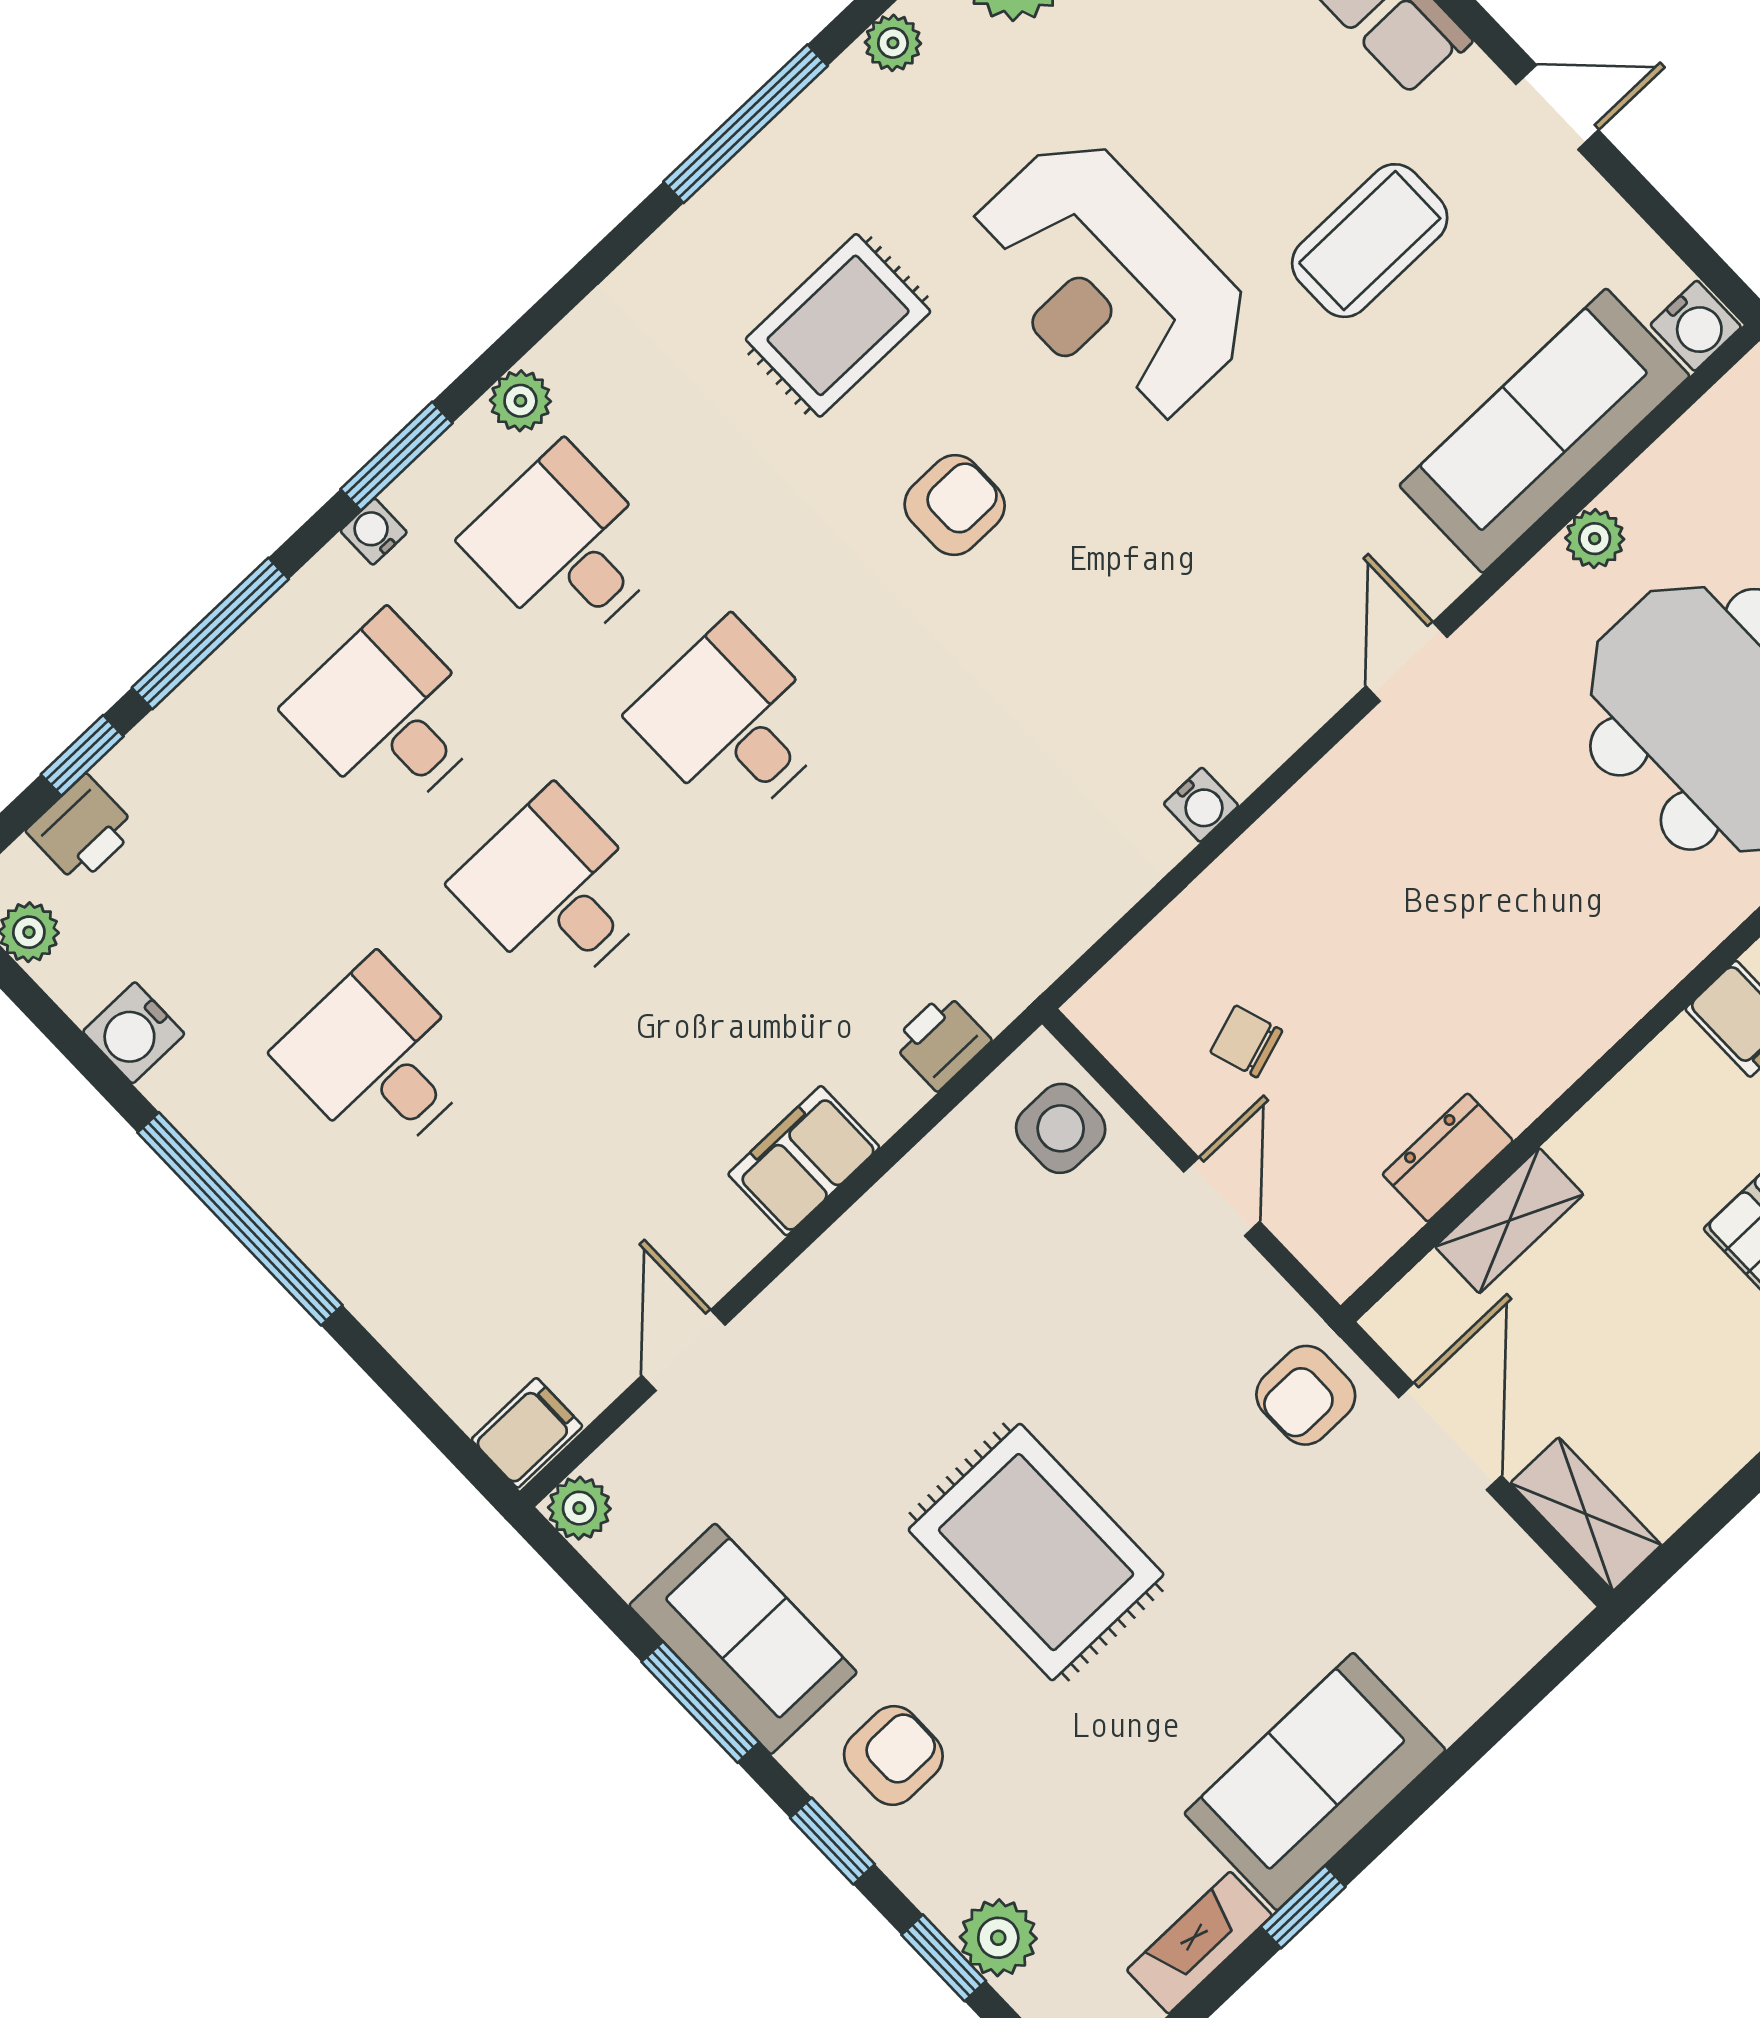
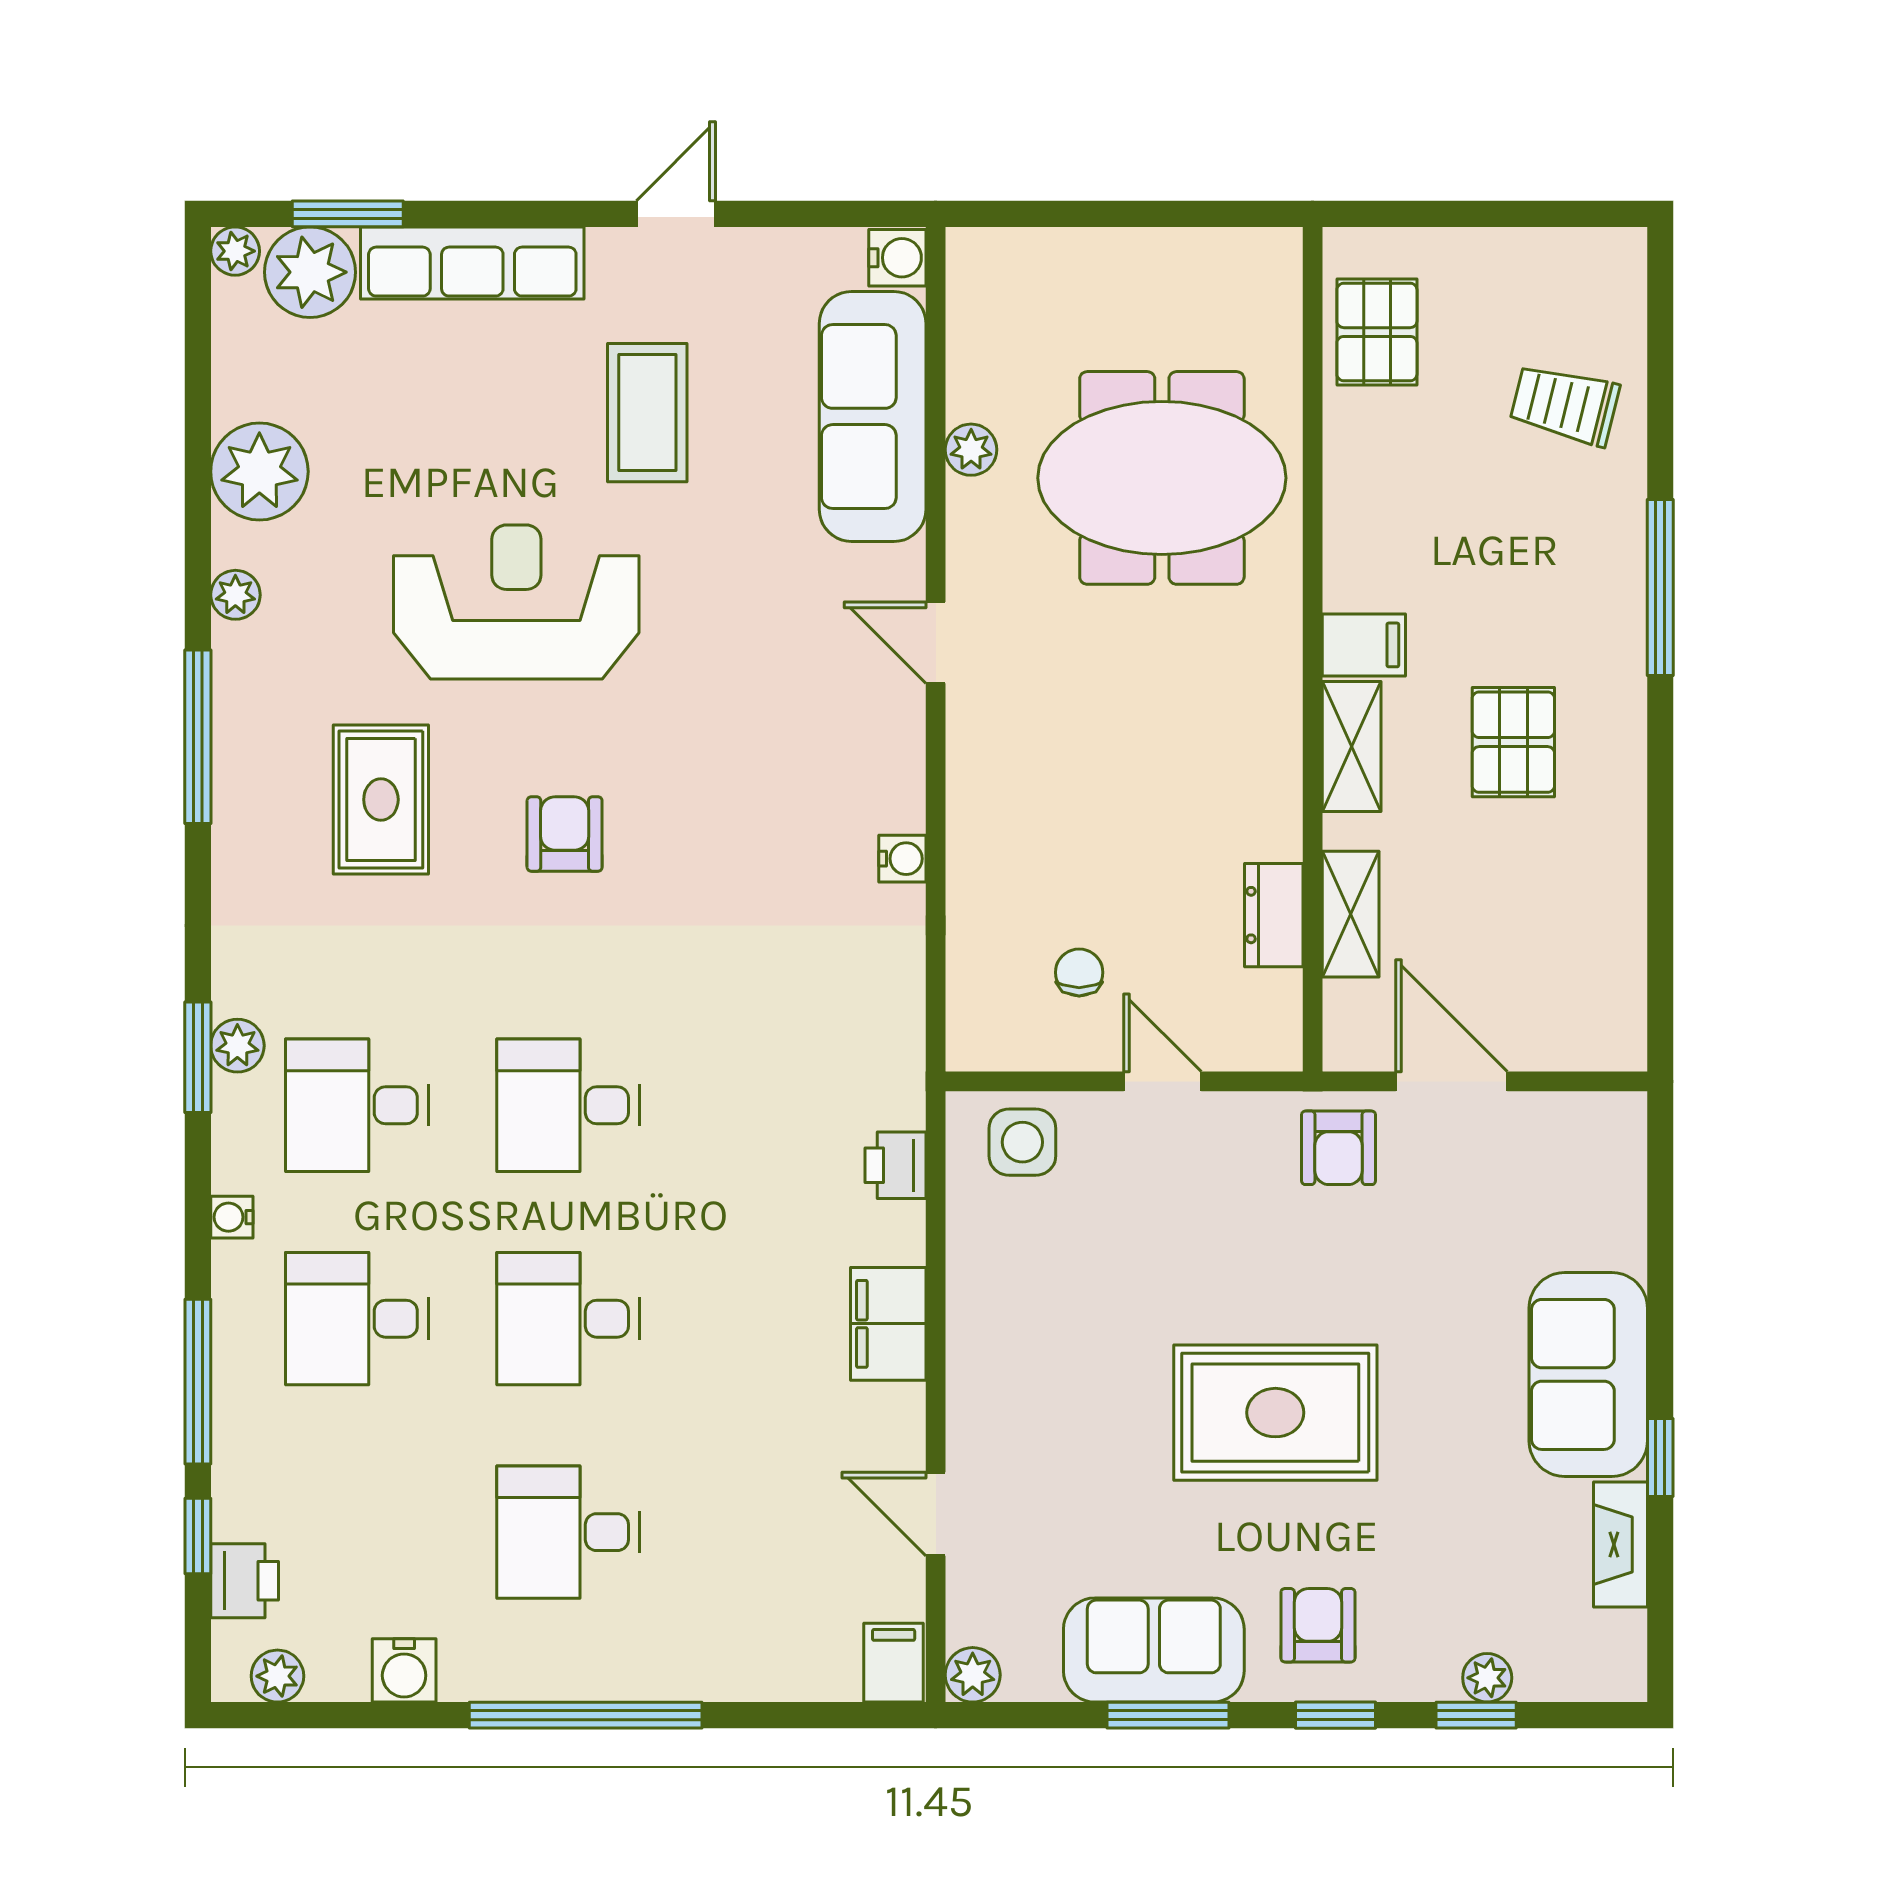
reception desk: (1109, 282) -> (516, 602), turned 180
window: (397, 456) -> (198, 1057), moved
chair: (1246, 1041) -> (1079, 972), turned 108
shelving: (1586, 1514) -> (1352, 746), moved, turned 90
plant: (998, 1938) -> (1487, 1678), width x0.73, depth x0.73

